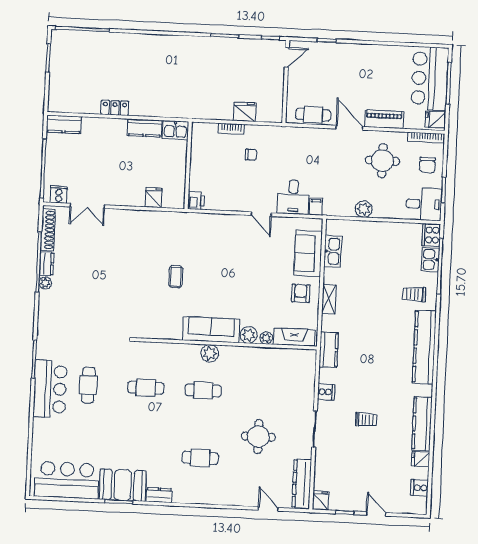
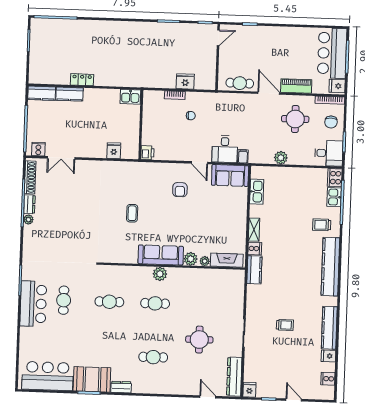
kitchen counter: (145, 128) -> (70, 94), moved
sofa: (308, 253) -> (230, 175), moved, turned -90
armchair: (301, 293) -> (180, 190), moved, turned 180
cooker: (326, 392) -> (255, 249), moved

